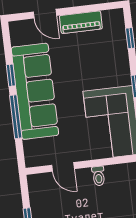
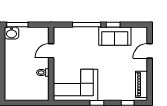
piano: (81, 22) -> (141, 84), moved
sofa: (35, 91) -> (115, 36), width x0.54, depth x0.79

